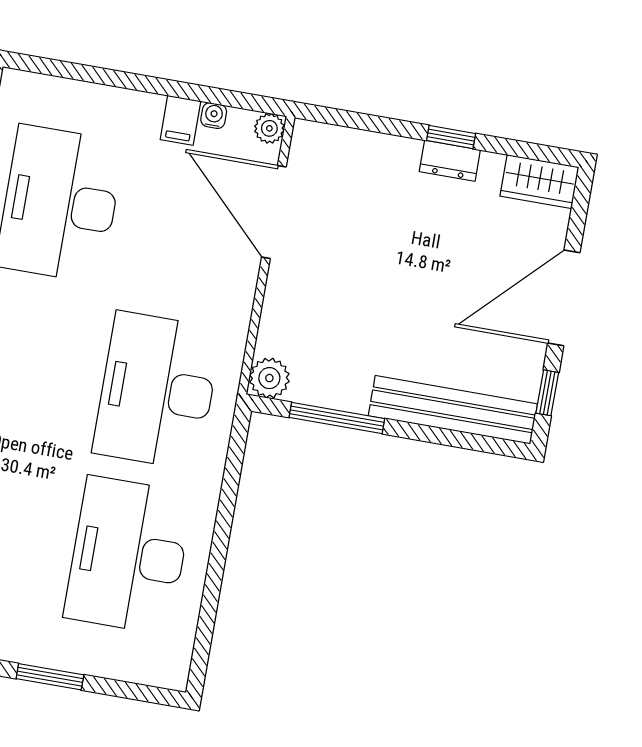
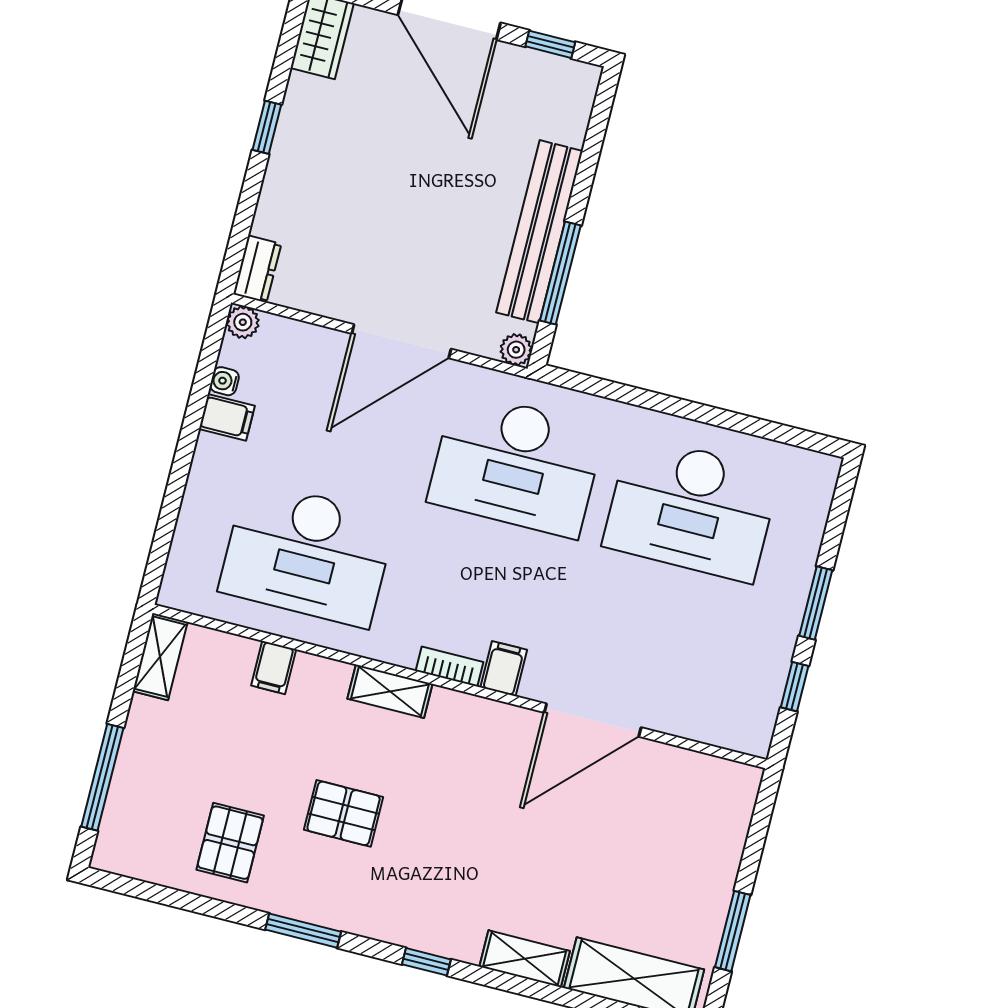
dresser: (450, 161) -> (257, 269), moved
door: (274, 212) -> (401, 341), moved
plant: (269, 378) -> (516, 350), width x0.73, depth x0.73
bench: (453, 410) -> (539, 232), moved

